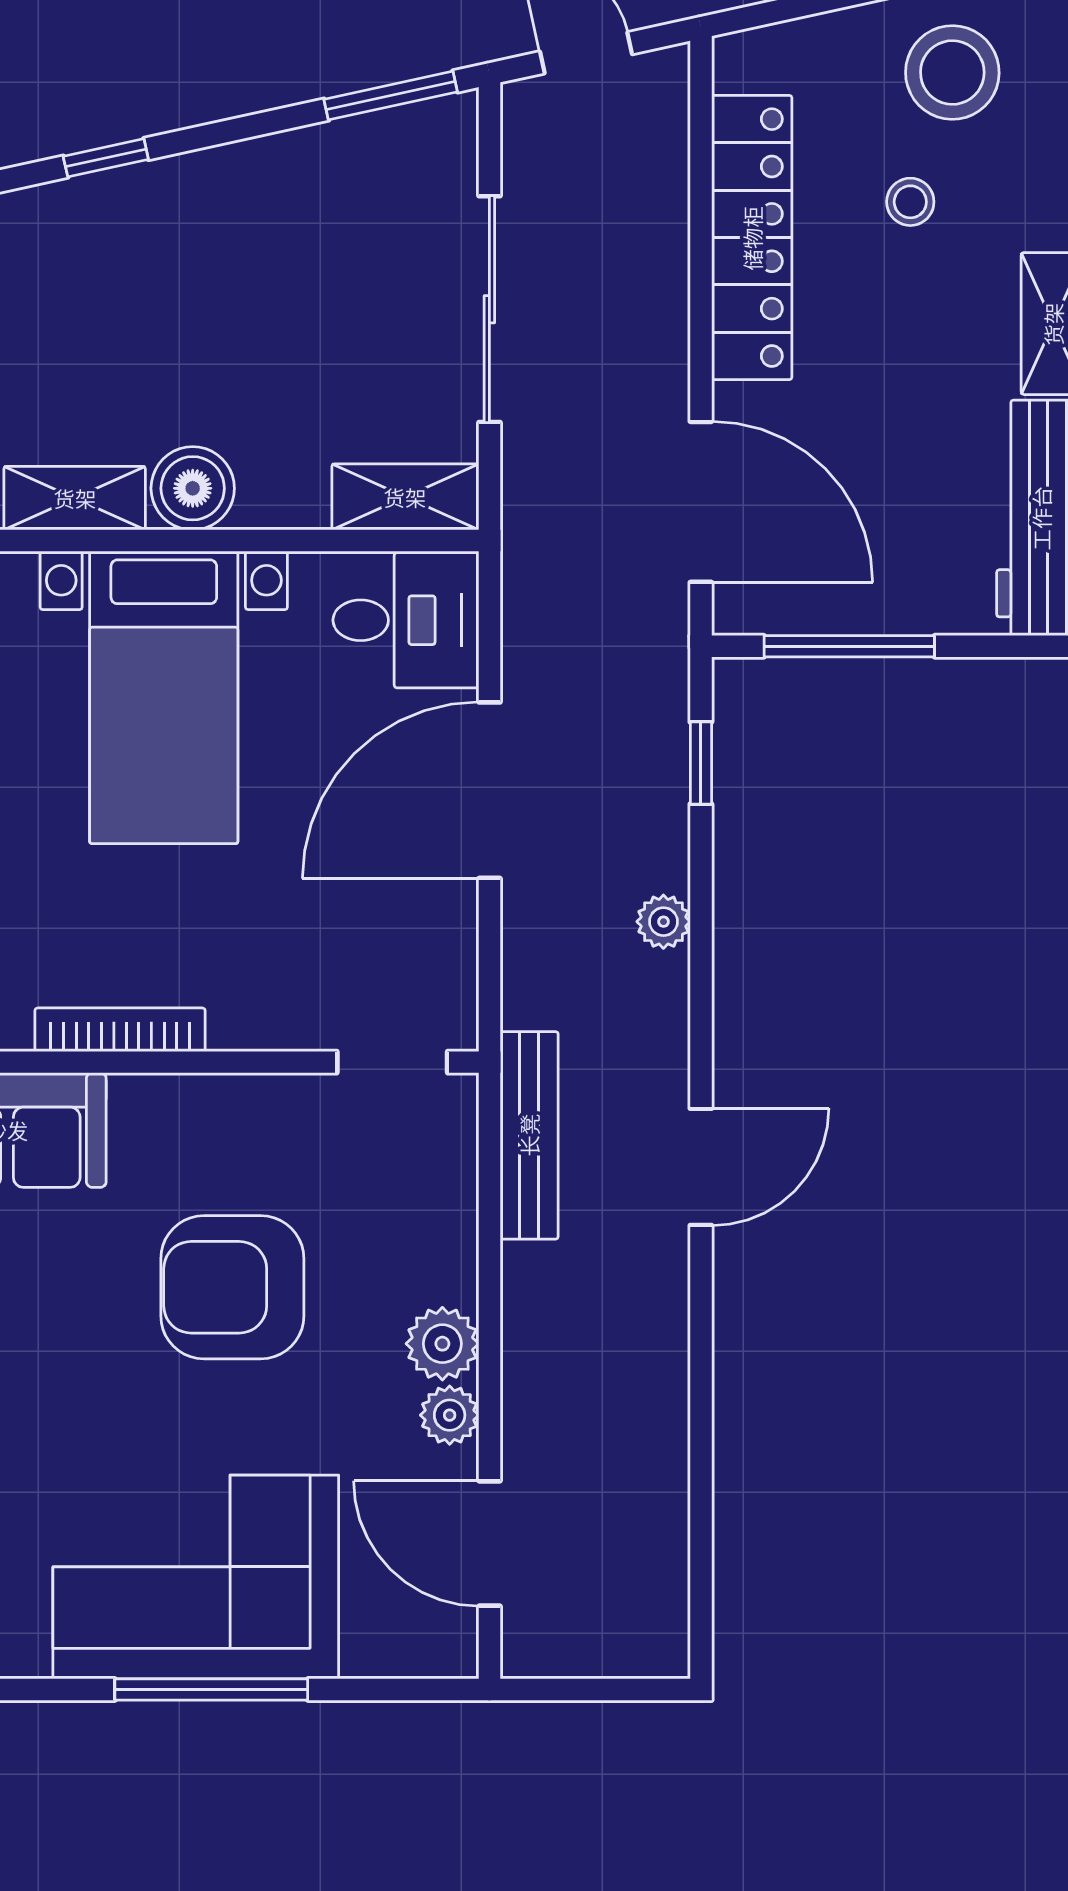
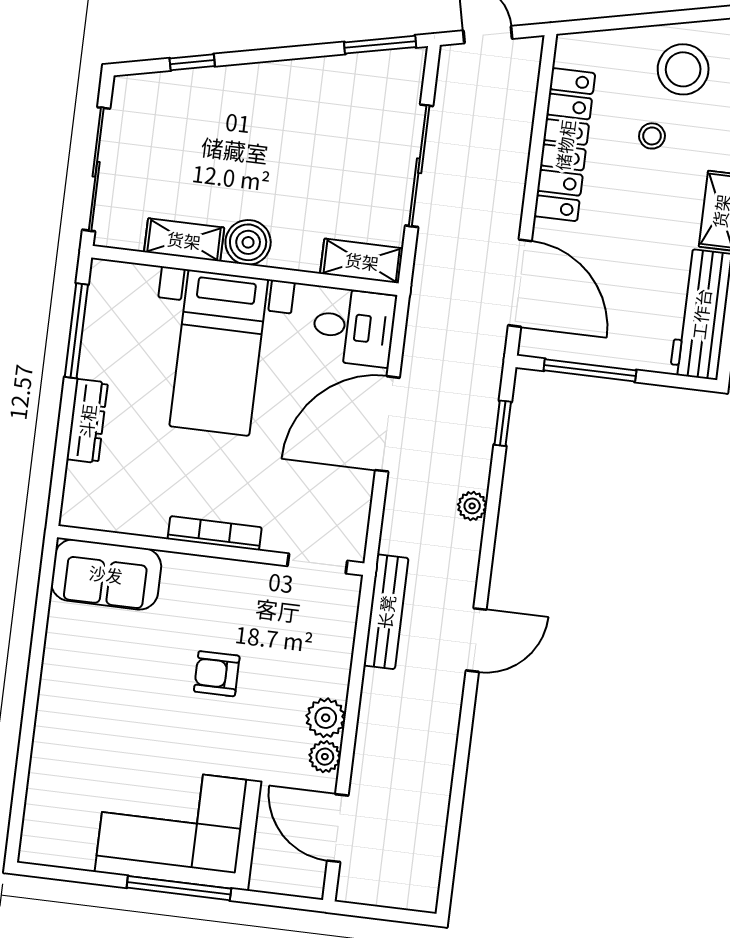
window: (106, 158) -> (192, 62), moved
bookcase: (120, 1030) -> (215, 533), moved
armchair: (232, 1287) -> (217, 674), width x0.53, depth x0.53

